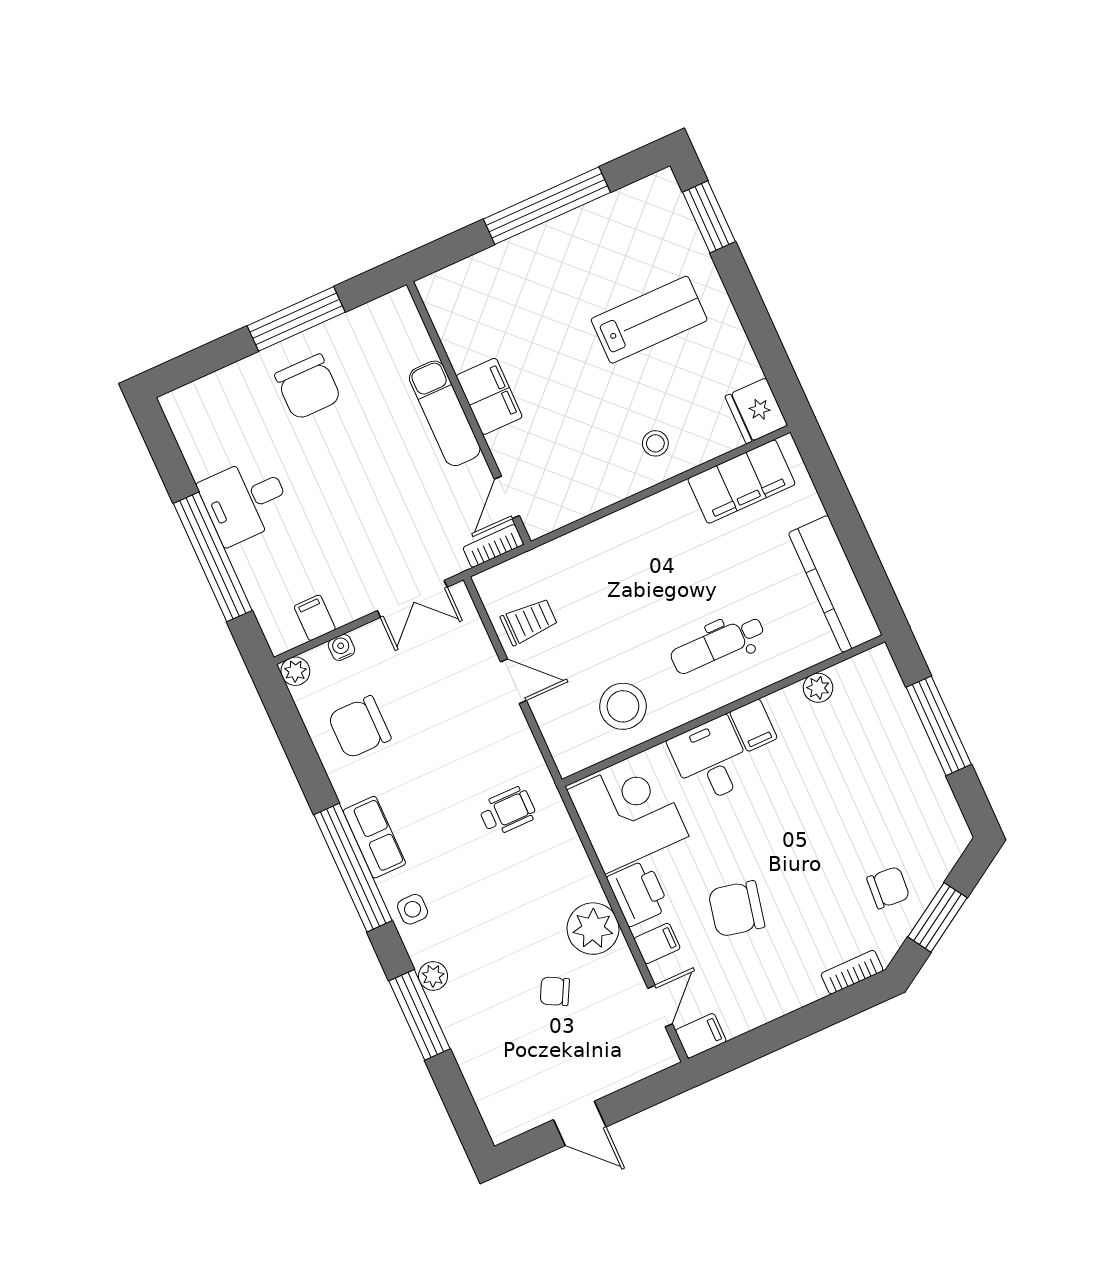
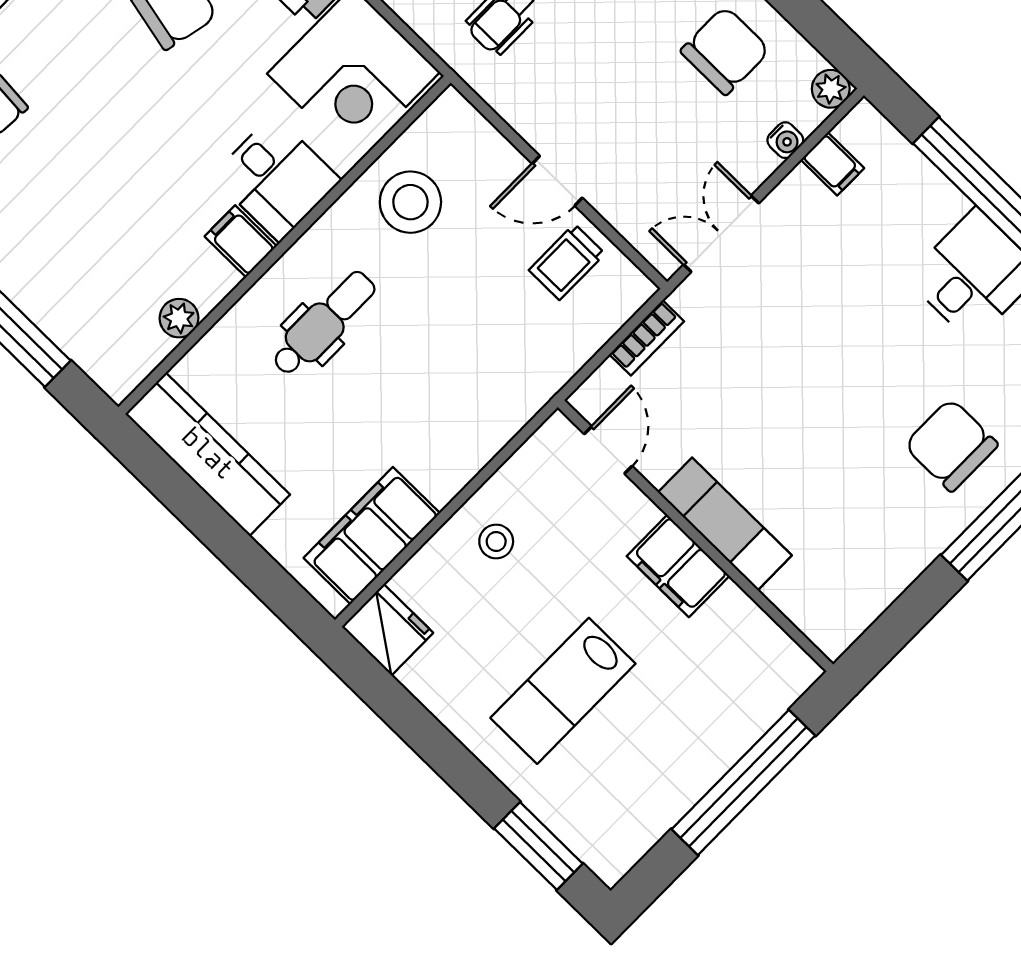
filing cabinet: (489, 396) -> (678, 566), moved
exam couch: (445, 413) -> (725, 524), moved
wall: (469, 413) -> (695, 536), moved
door: (507, 497) -> (608, 450), moved

